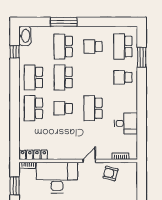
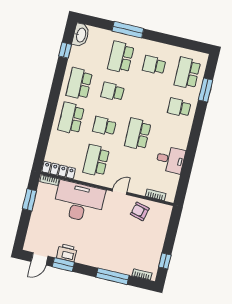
school desk: (63, 77) -> (113, 92), width x0.54
school desk: (63, 139) -> (96, 161), added

